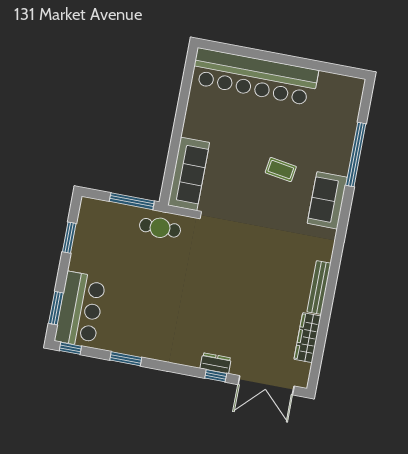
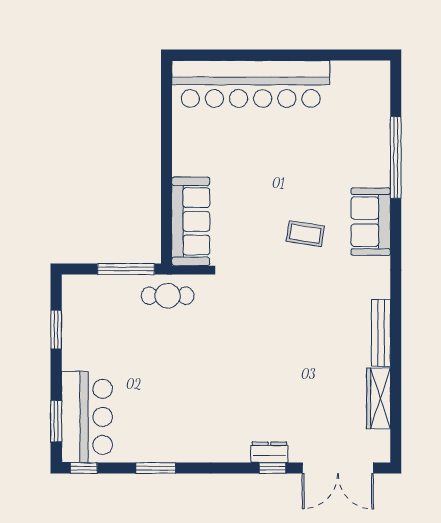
coffee table: (281, 170) -> (305, 234), moved

